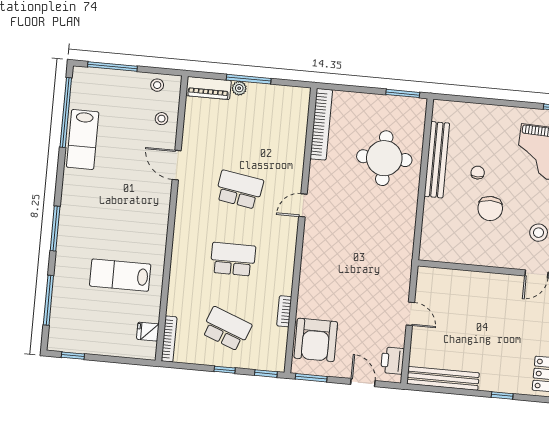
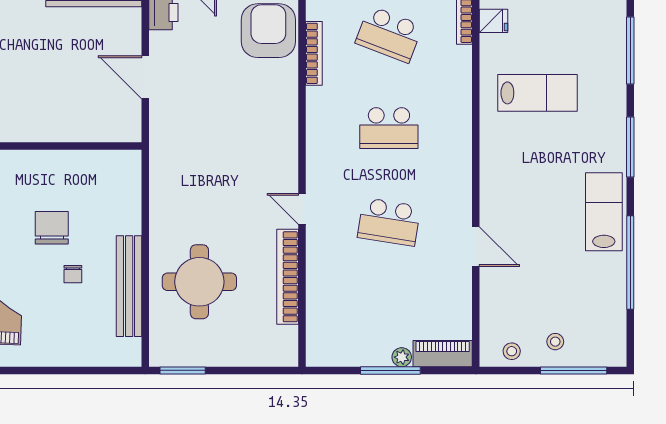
window: (66, 112) -> (630, 263), moved
stool: (161, 119) -> (555, 342), moved
bookcase: (321, 124) -> (288, 277), moved
lab bench: (83, 140) -> (604, 212), moved
door: (303, 205) -> (302, 209), swing flipped
bookcase: (284, 311) -> (314, 53), width x1.56
door: (410, 314) -> (145, 77), width x1.38

